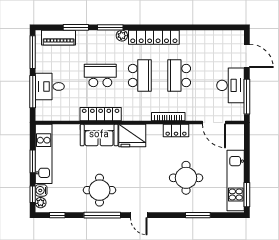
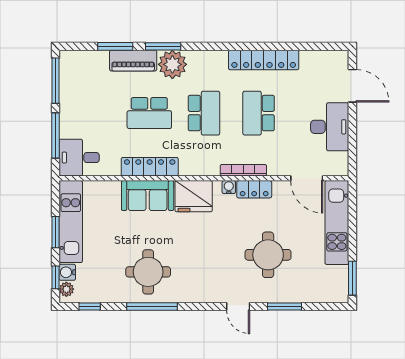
plant: (122, 36) -> (172, 64), width x1.87, depth x1.87
locker: (154, 37) -> (264, 60), moved
piano: (59, 38) -> (133, 61), moved
school desk: (100, 76) -> (149, 113), turned 180
desk: (50, 86) -> (79, 158), moved
window: (247, 97) -> (352, 142), removed
water cooler: (158, 129) -> (229, 187), added
kitchen unit: (236, 181) -> (337, 223), moved
door: (139, 215) -> (238, 307), moved

